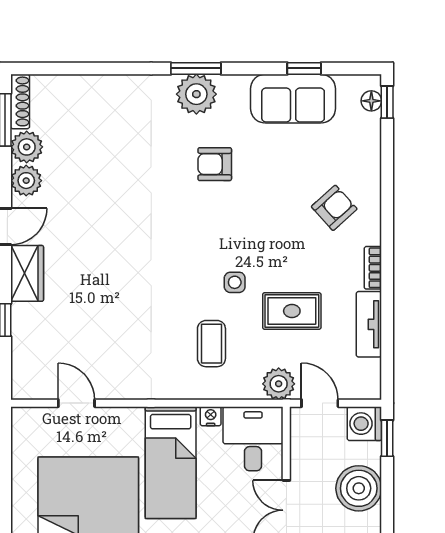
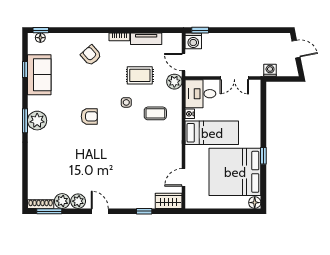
armchair: (215, 164) -> (89, 116), moved, turned -90
wardrobe: (27, 273) -> (169, 201), moved
rug: (292, 311) -> (140, 75), turned 90
door: (320, 403) -> (184, 62), hinge flipped
boiler: (359, 488) -> (224, 44), removed

